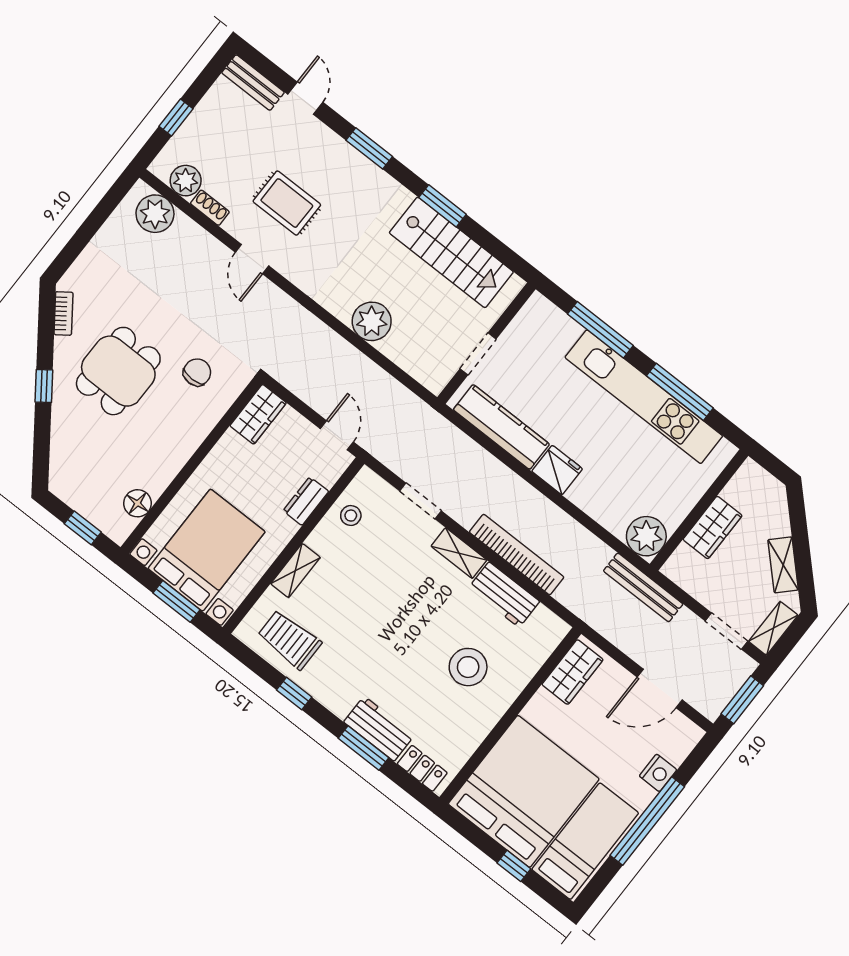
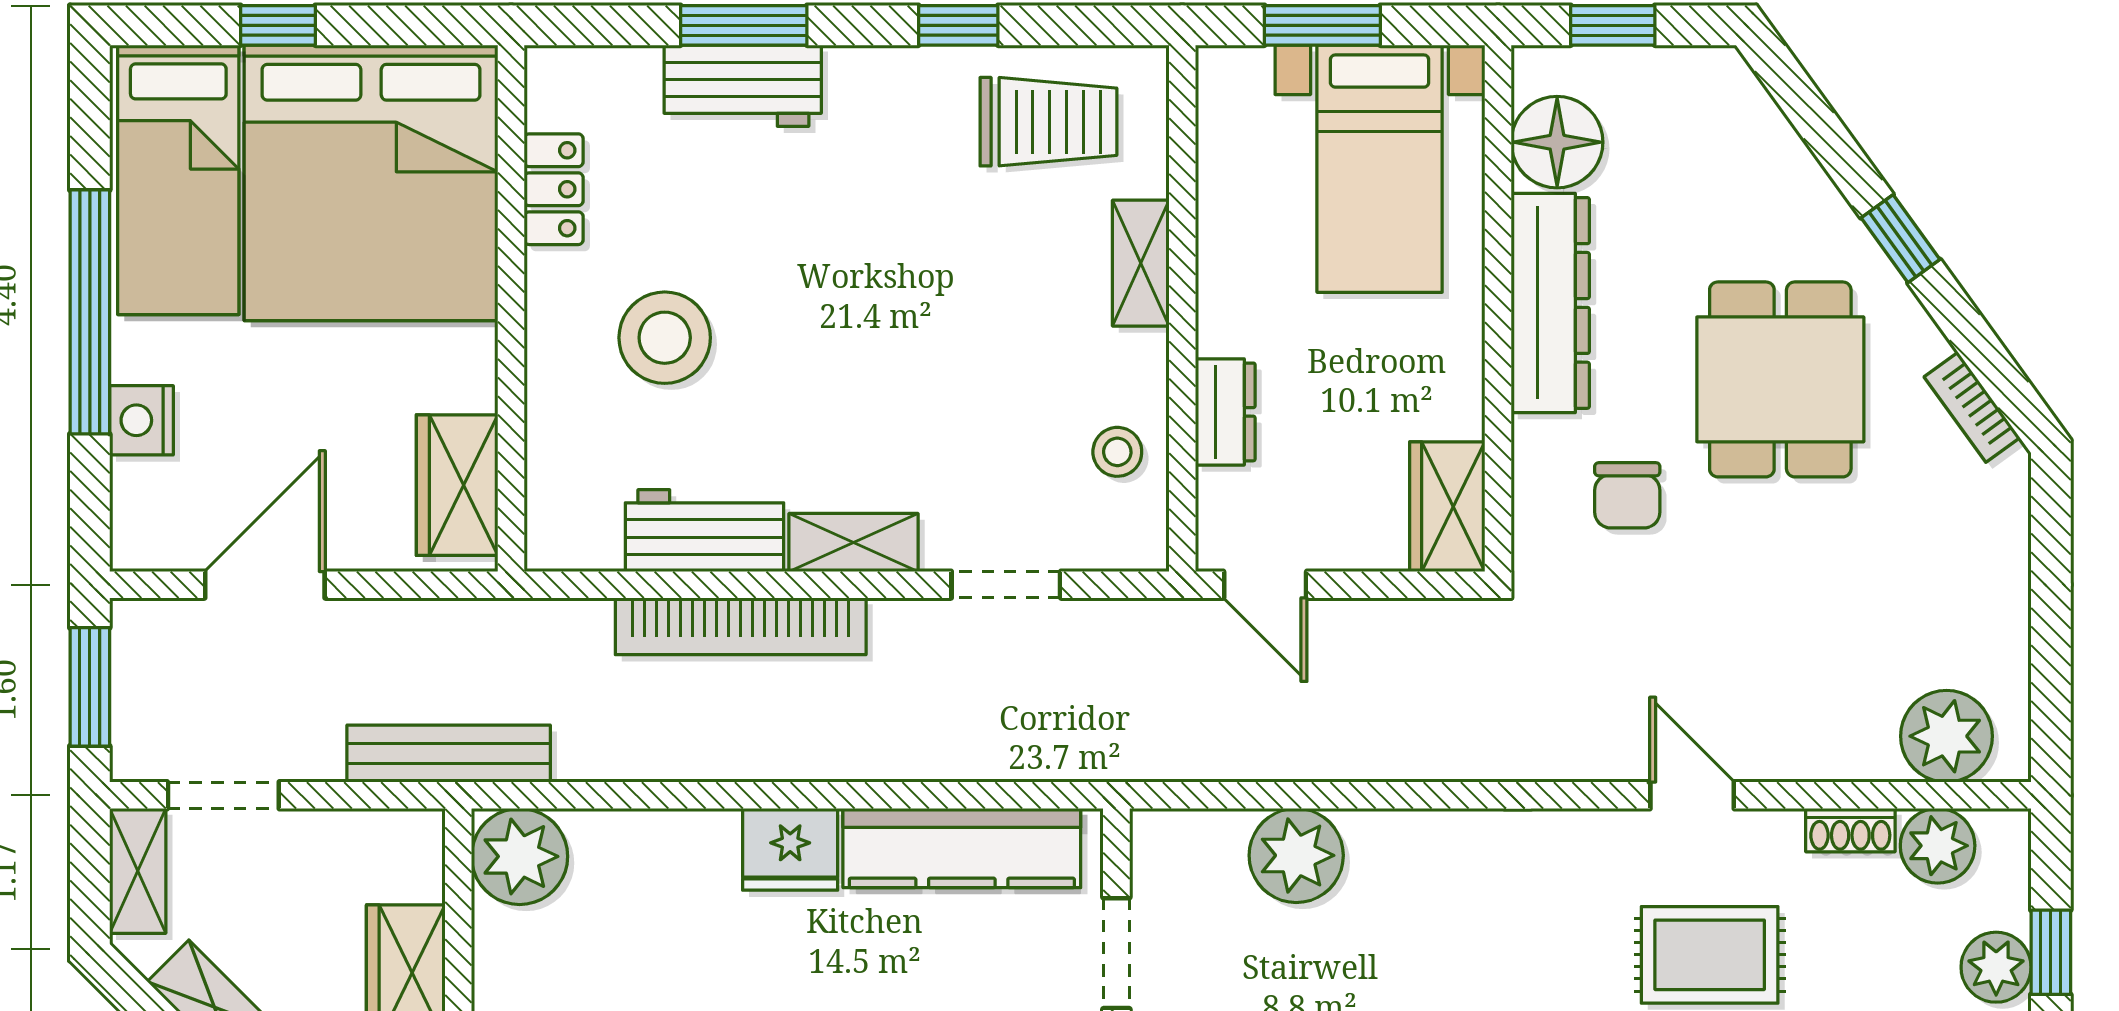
plant: (197, 127) -> (1996, 967), added
plant: (372, 321) -> (1296, 855), moved
dresser: (173, 454) -> (1550, 303), added
floor lamp: (138, 503) -> (1557, 142), width x1.38, depth x1.38
bed with nightstands: (207, 550) -> (1380, 169), width x0.73
locker: (422, 768) -> (554, 189), moved, turned -90

